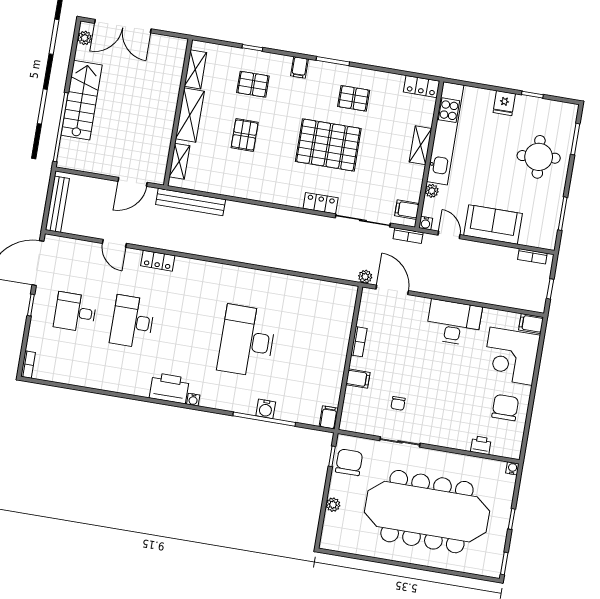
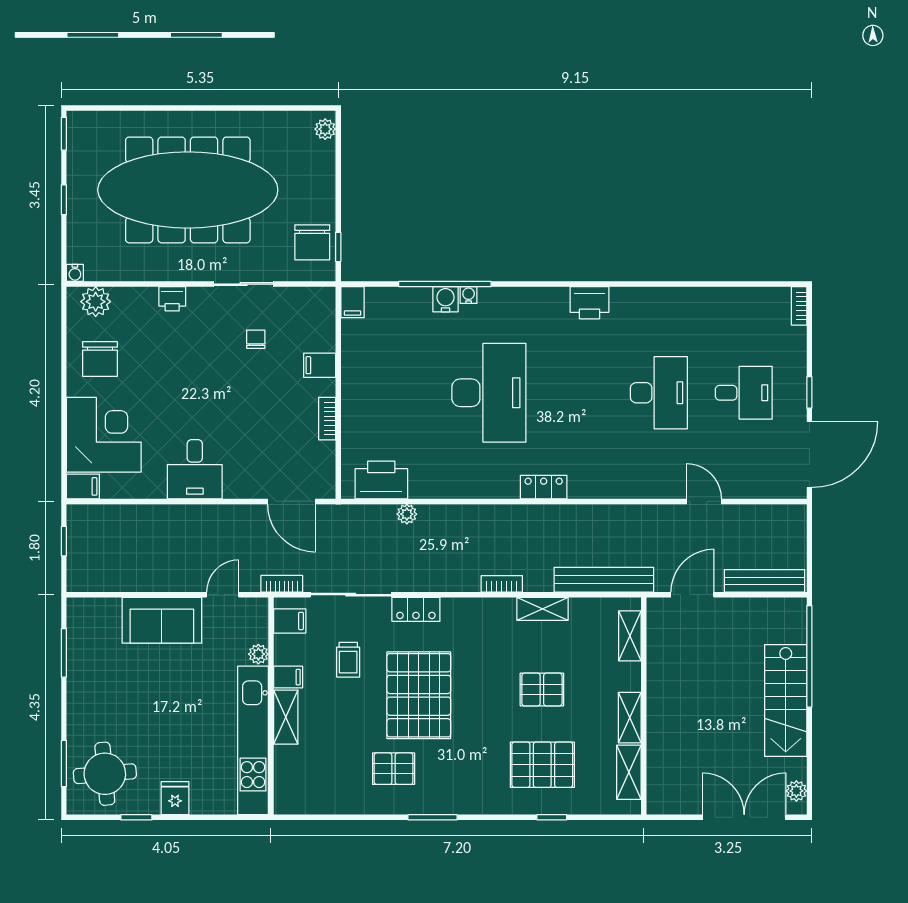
filing cabinet: (300, 67) -> (288, 677), moved, turned 90
pallet: (253, 84) -> (542, 765), width x1.50, depth x1.42
locker: (422, 87) -> (298, 802), removed
shelving: (190, 115) -> (630, 718), width x0.67, depth x0.75
pallet: (245, 135) -> (542, 689), turned 90
pallet: (328, 145) -> (419, 695), turned 90
round table: (539, 157) -> (105, 774), moved
trolley: (372, 177) -> (348, 660), added
shelving: (235, 189) -> (542, 609), added
bench: (57, 204) -> (764, 581), moved, turned 90
water cooler: (426, 223) -> (260, 606), removed
door: (449, 235) -> (223, 595), swing flipped
bookcase: (532, 256) -> (502, 584), moved
locker: (158, 261) -> (544, 487), moved
plant: (365, 277) -> (407, 514), moved
printer: (329, 294) -> (381, 480), added
desk: (454, 323) -> (195, 469), width x0.73
printer: (169, 388) -> (590, 303), width x0.73, depth x0.84
water cooler: (193, 400) -> (469, 295), moved
printer: (481, 445) -> (172, 299), moved
plant: (502, 447) -> (96, 302), added
plant: (333, 505) -> (325, 129), moved

